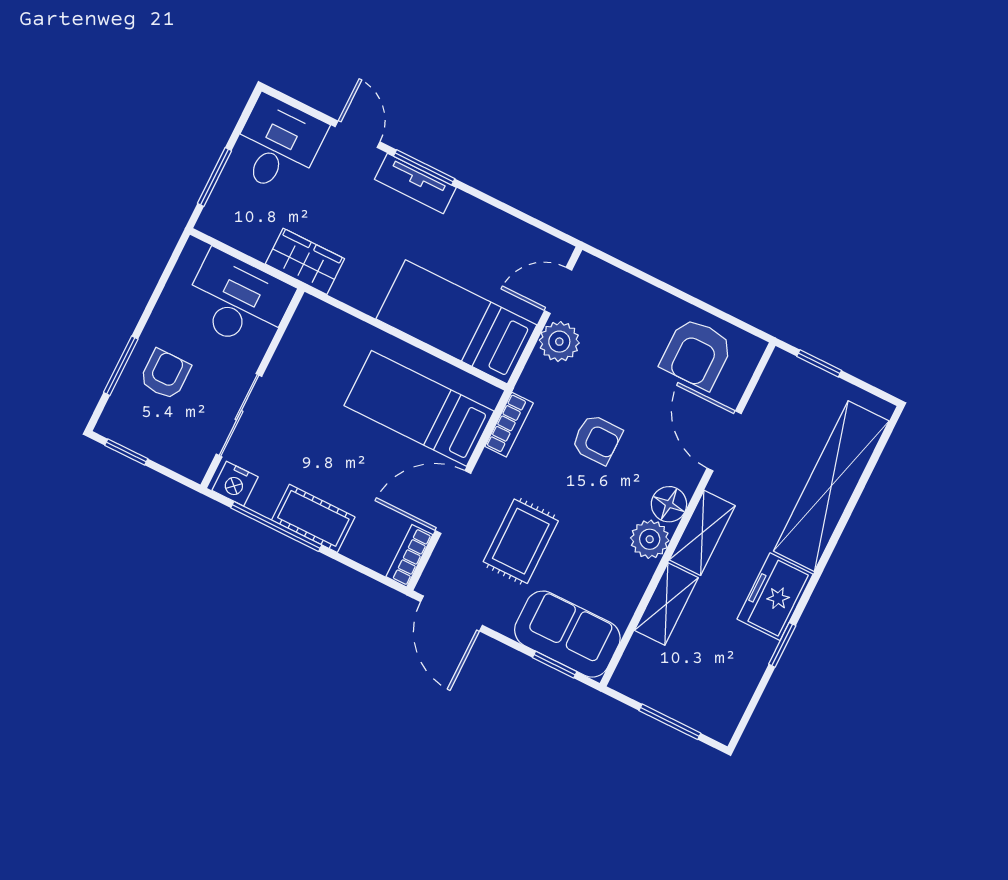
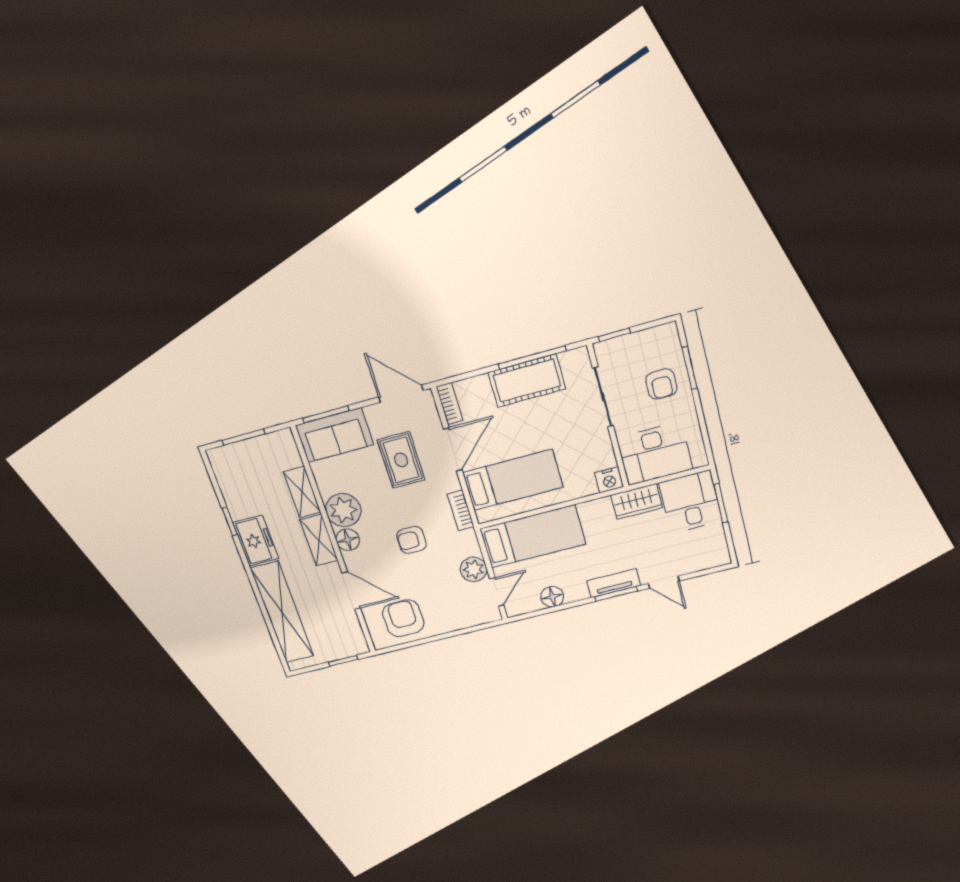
desk: (277, 145) -> (690, 502), moved, turned 180
floor lamp: (500, 228) -> (552, 597), added
window: (126, 452) -> (614, 335), moved
nightstand: (235, 484) -> (609, 480), moved, turned 180
cot: (313, 518) -> (527, 381), width x1.37, depth x1.34
plant: (650, 539) -> (343, 510), width x1.36, depth x1.36
window: (555, 665) -> (326, 414), width x1.50

